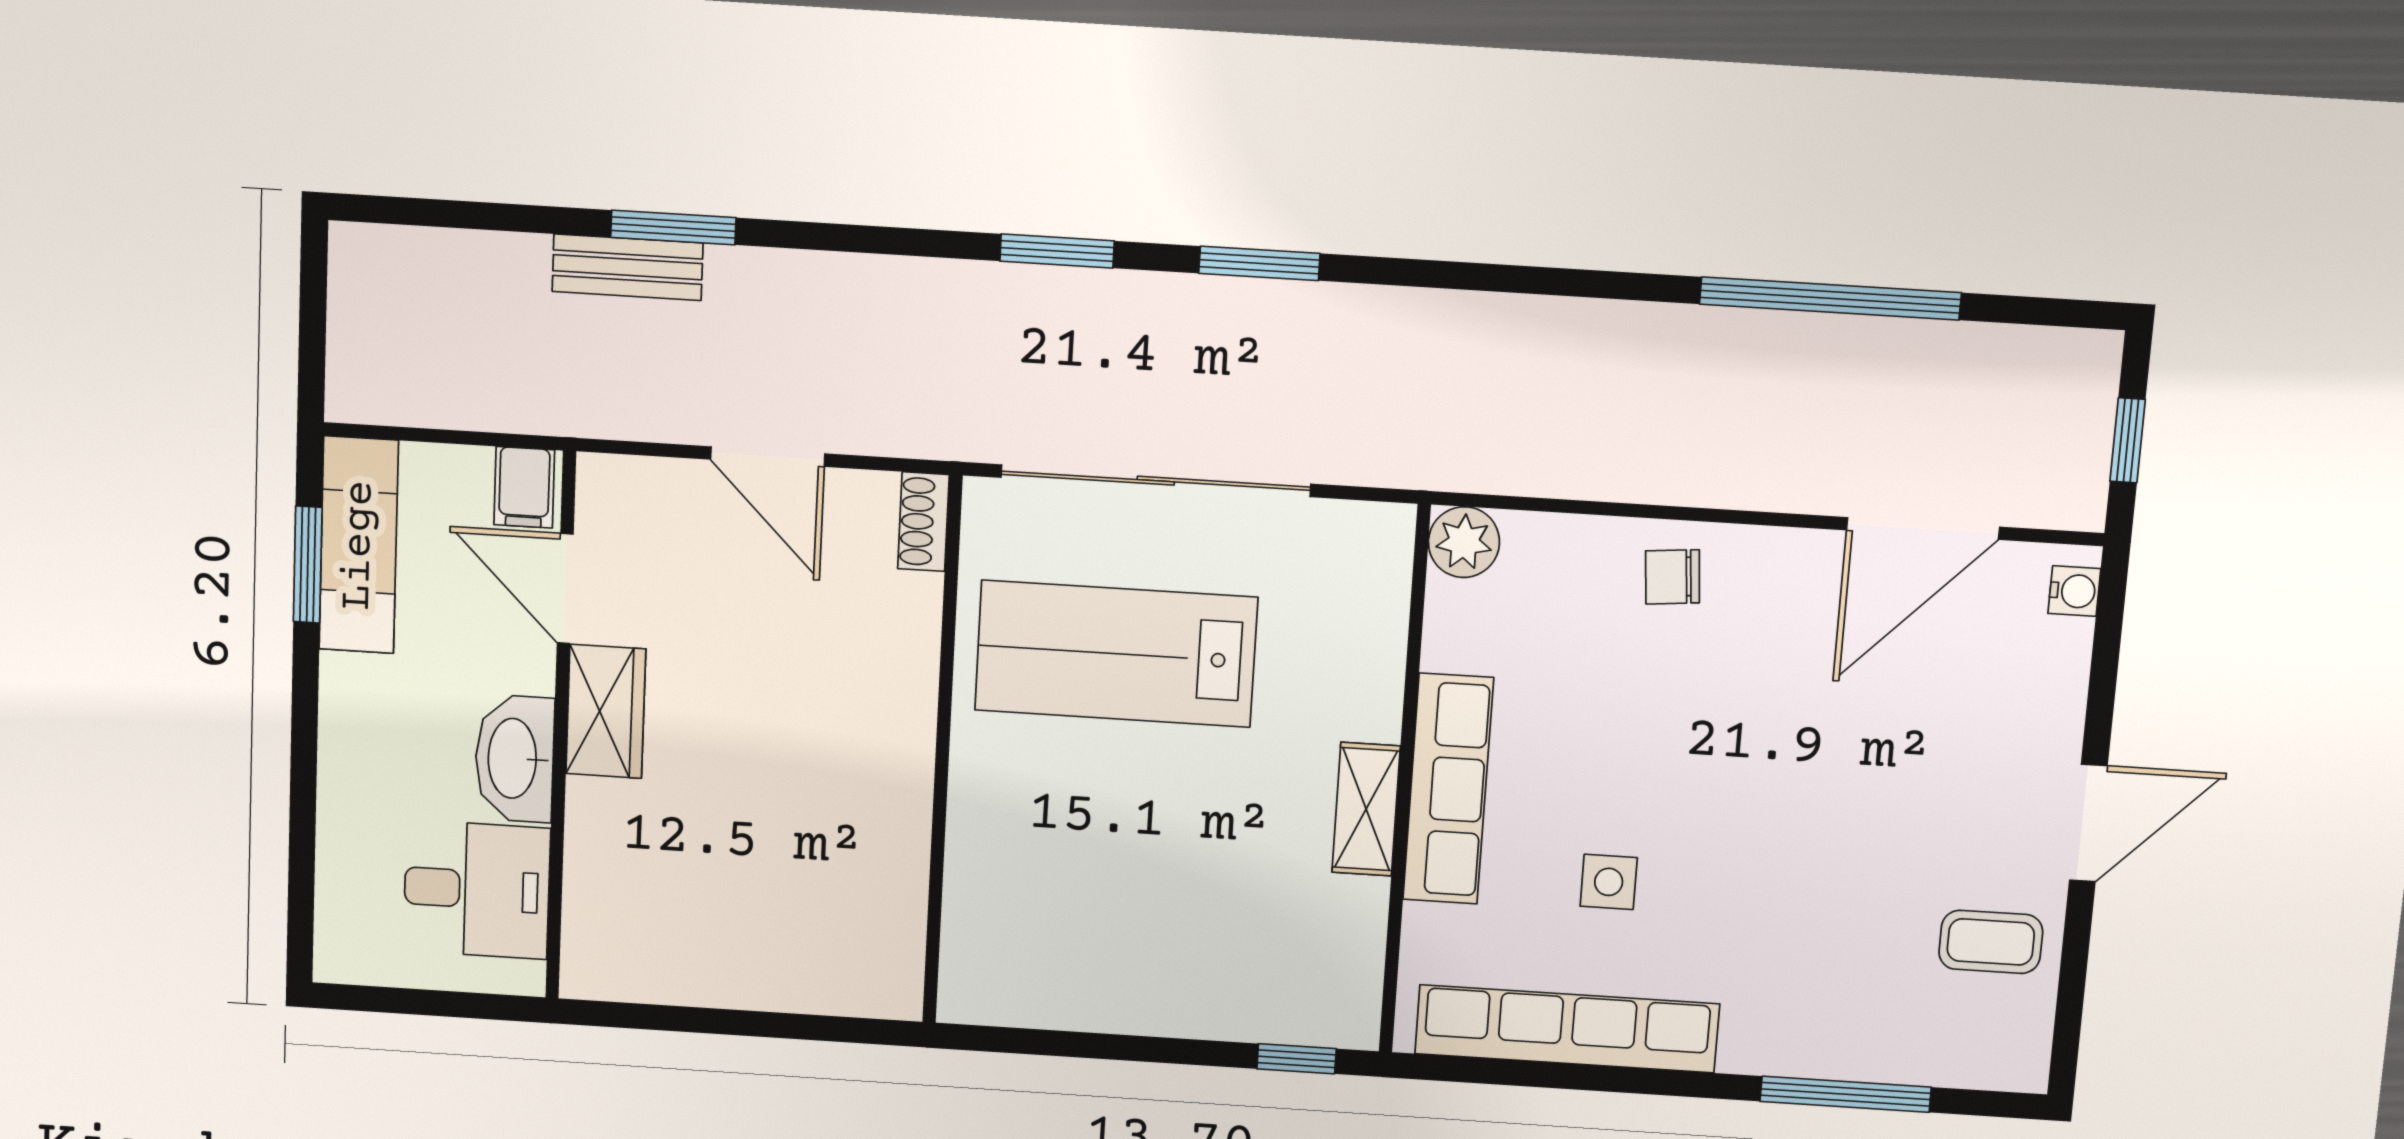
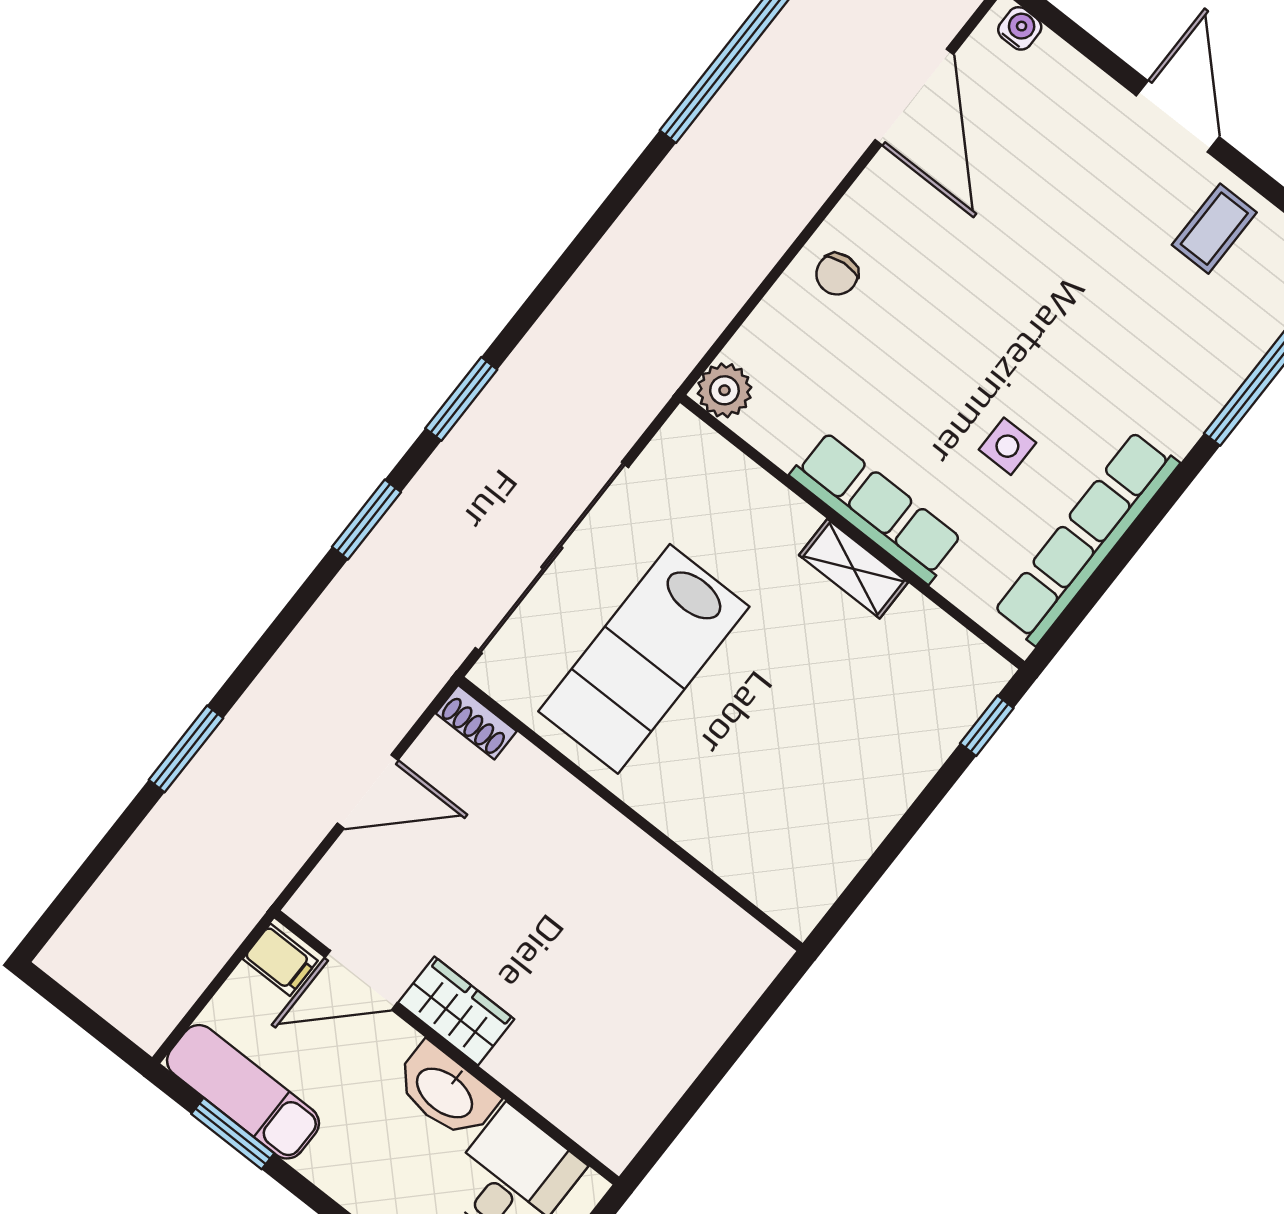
bench: (628, 267) -> (190, 795), removed

